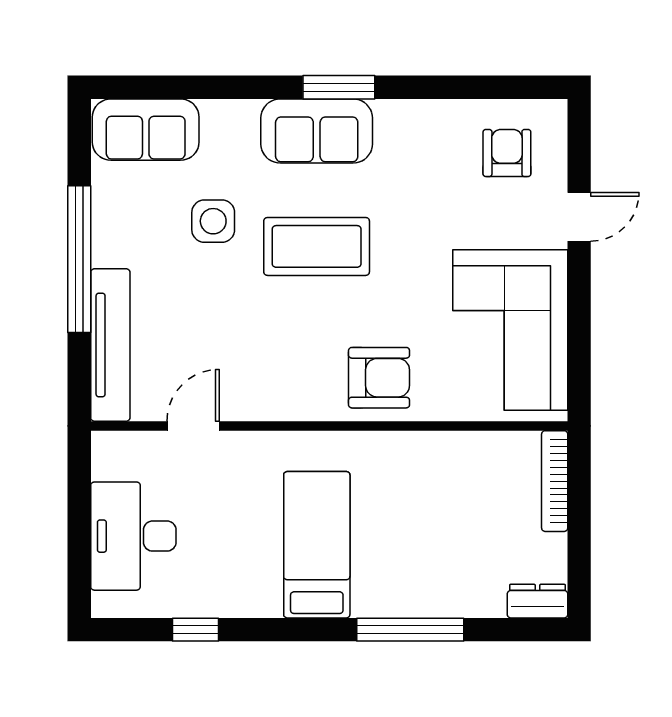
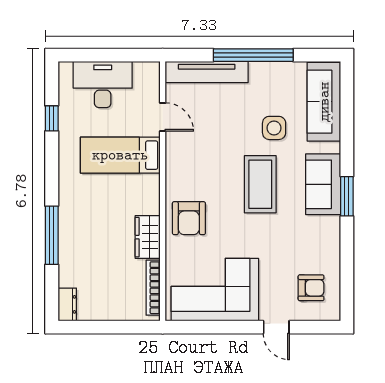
sofa: (146, 130) -> (324, 102), width x1.36
wardrobe: (414, 453) -> (148, 237), added
bookcase: (555, 481) -> (153, 288), moved, turned -90
bed: (317, 545) -> (120, 155), moved, turned 180

